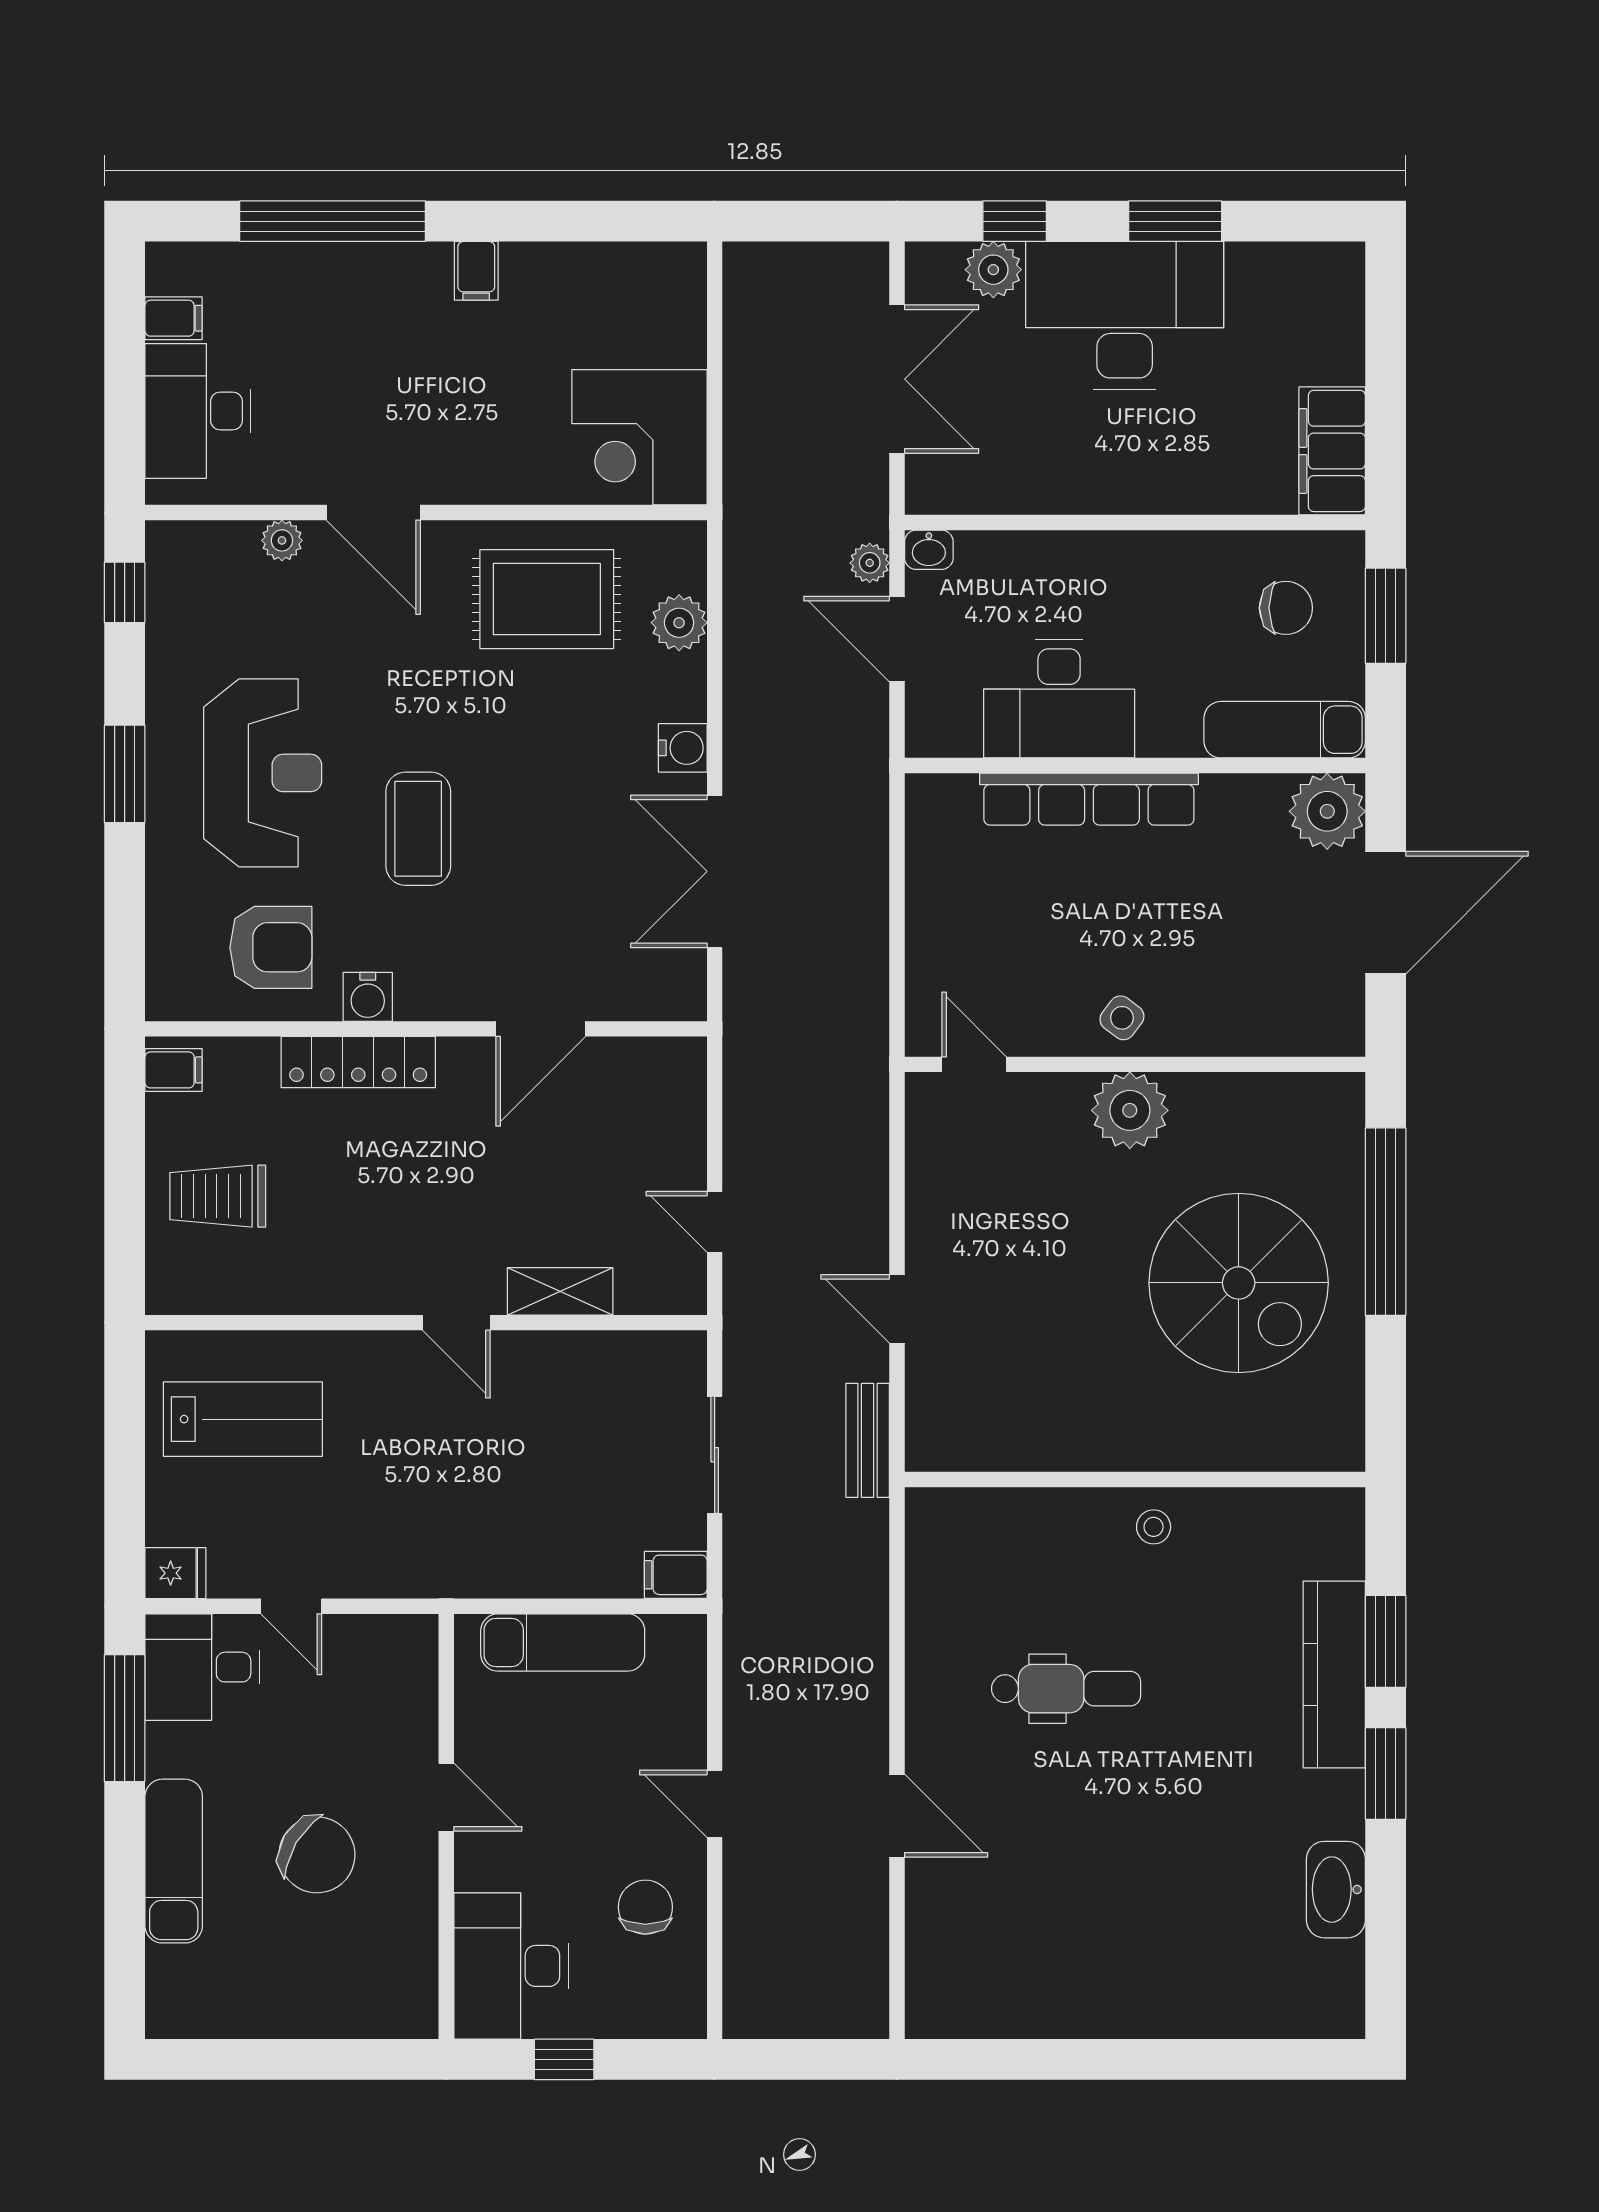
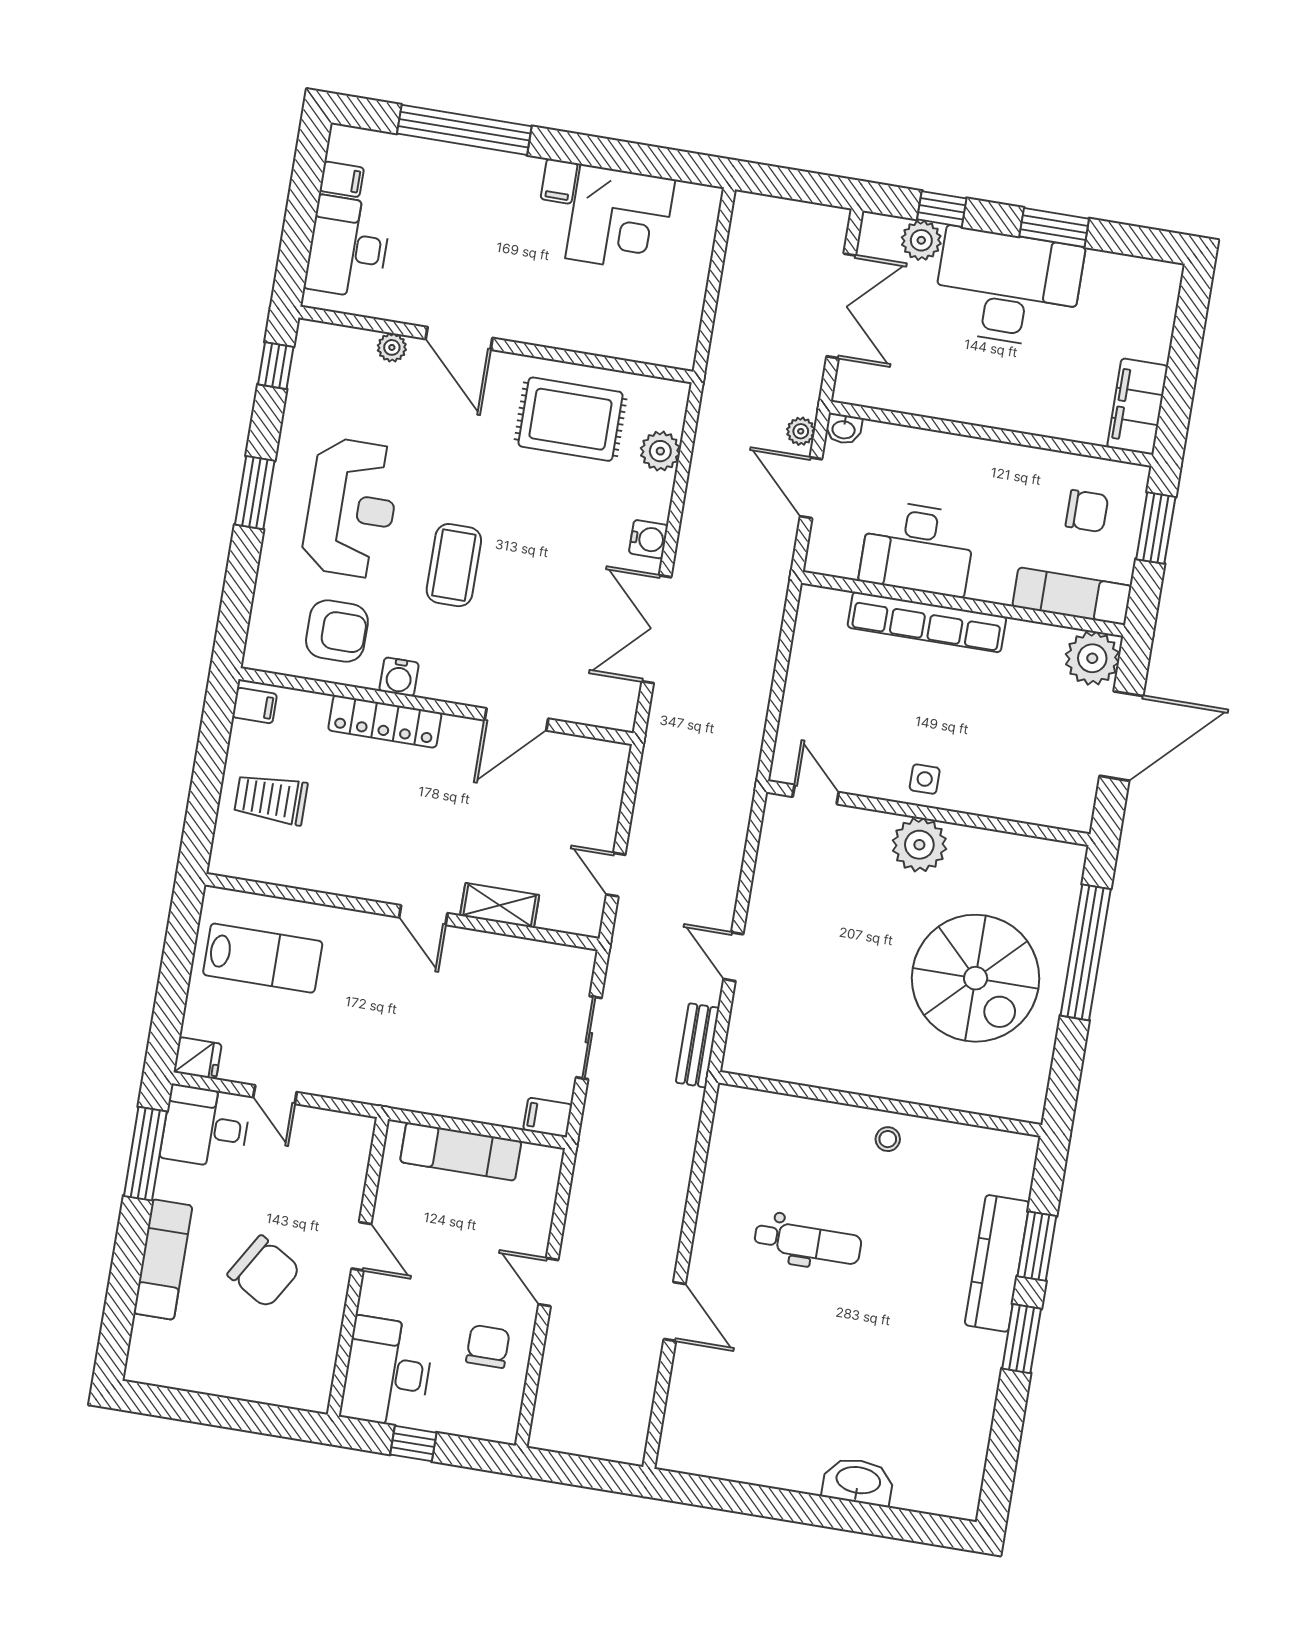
corner desk: (639, 437) -> (620, 219), moved, turned -90
side table: (1122, 1018) -> (925, 779), turned -37
washbasin: (1336, 1890) -> (858, 1481), moved, turned 90

